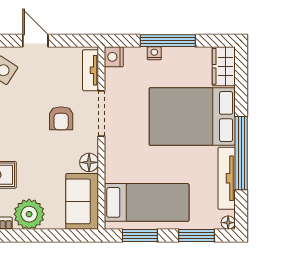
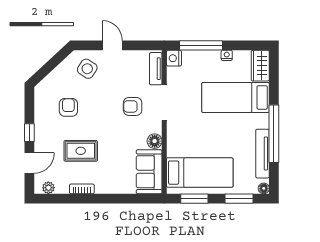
window: (168, 41) -> (201, 45), moved
nightstand: (154, 53) -> (227, 55), moved
bed: (192, 116) -> (235, 97), width x0.67
armchair: (61, 118) -> (133, 106), turned 90
plant: (29, 214) -> (107, 182), removed

